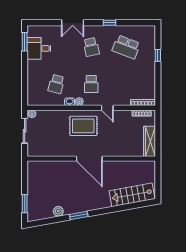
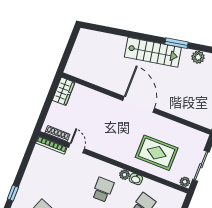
door: (107, 108) -> (77, 148), moved
rug: (83, 126) -> (157, 153), moved
wardrobe: (149, 141) -> (64, 91), width x0.67
stairs: (132, 195) -> (153, 52), moved

